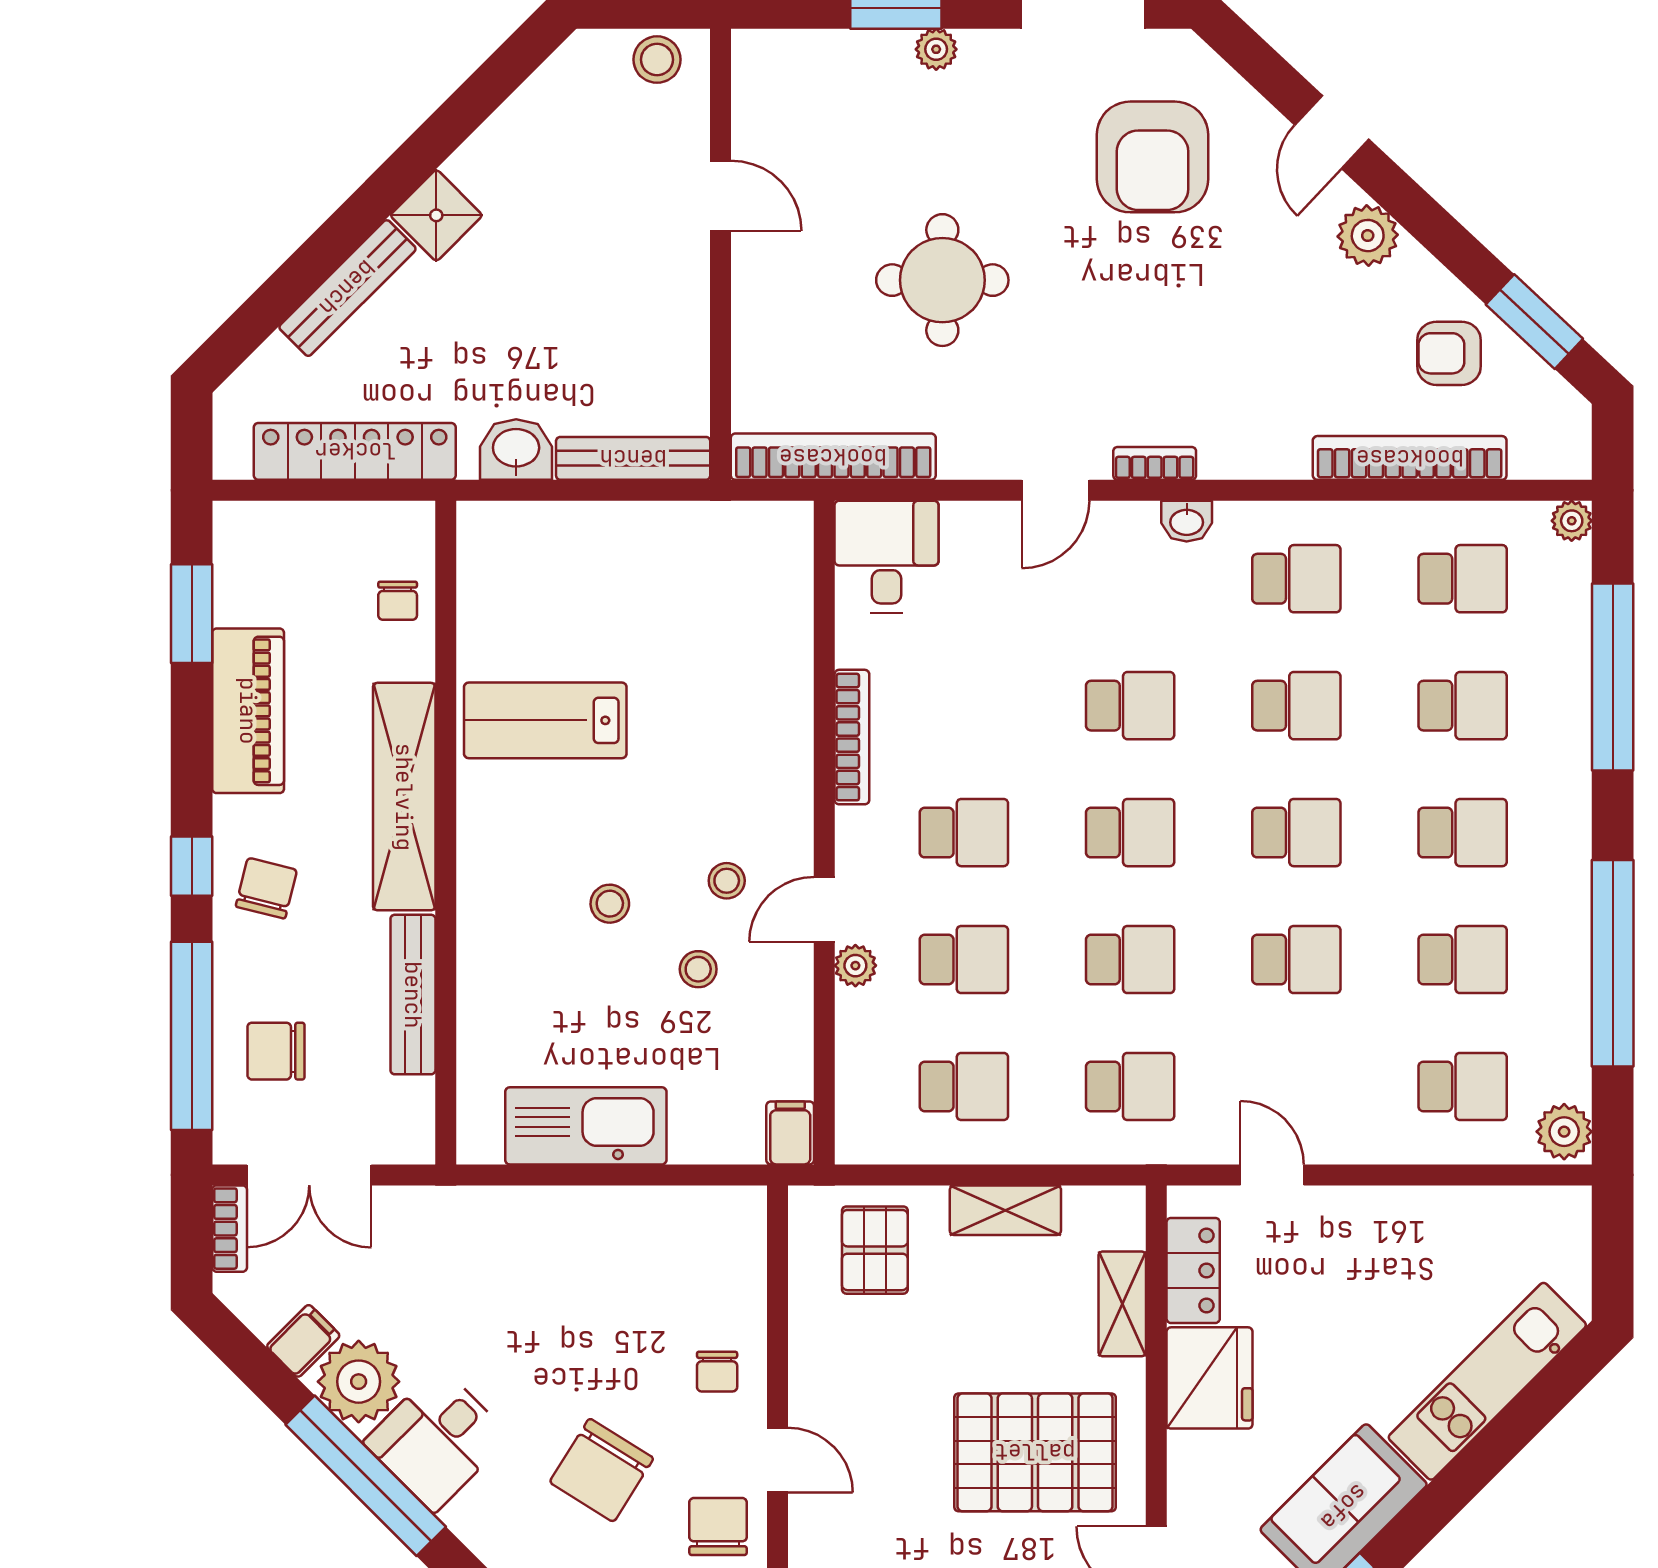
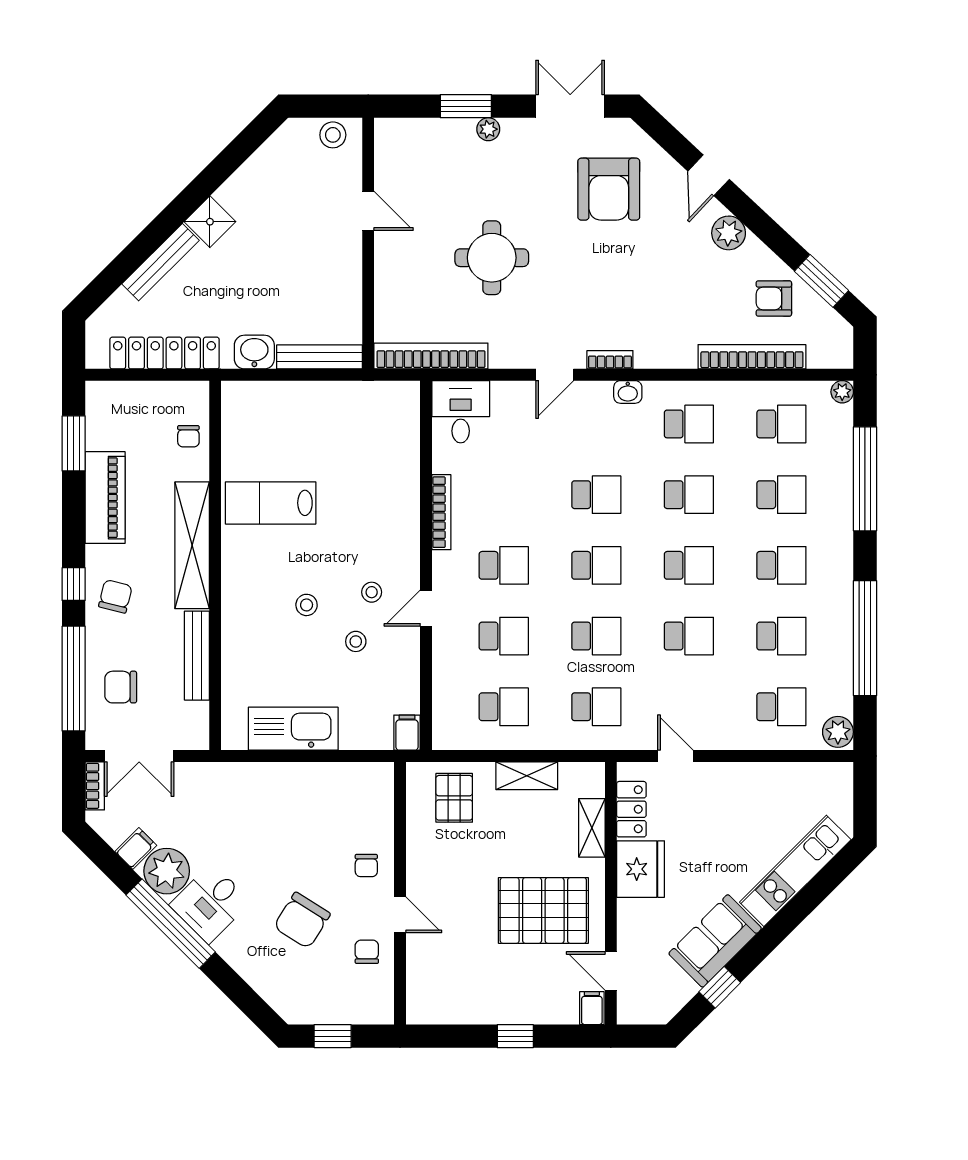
plant: (855, 966) -> (443, 639), removed
chair: (718, 1527) -> (367, 952), width x0.73, depth x0.73

